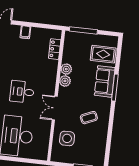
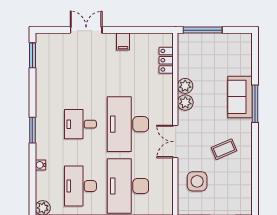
rug: (103, 54) -> (234, 60), removed
desk: (22, 92) -> (128, 124), width x1.87, depth x1.30

